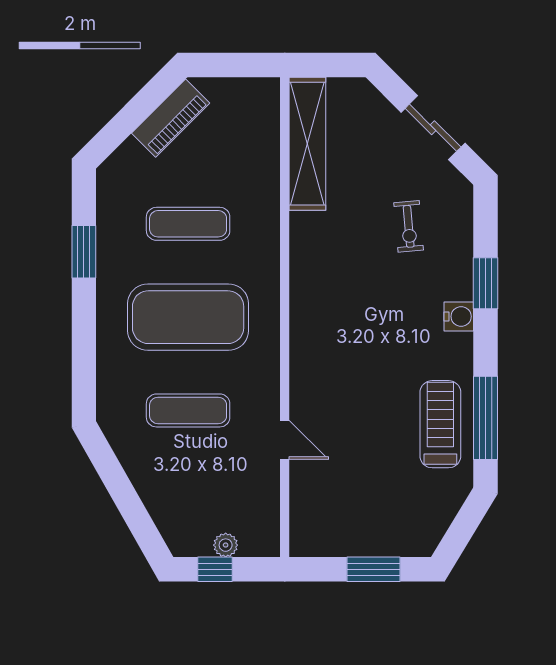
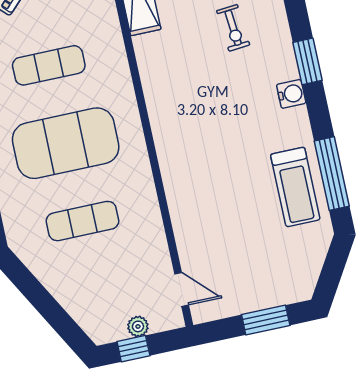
treadmill: (440, 424) -> (295, 187), turned 180
door: (285, 440) -> (182, 289), moved

